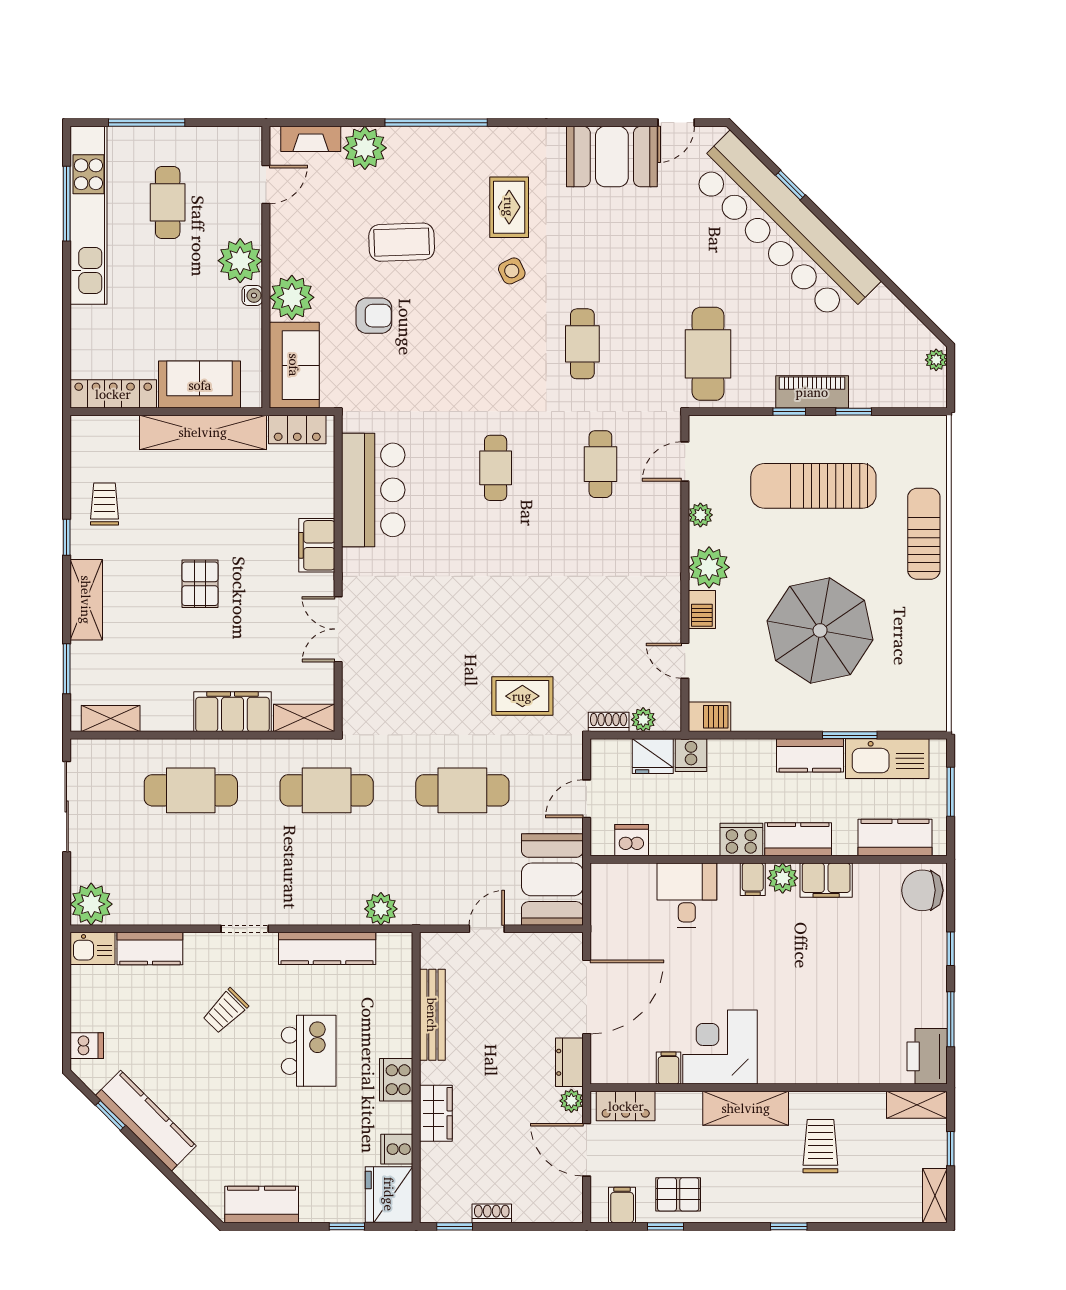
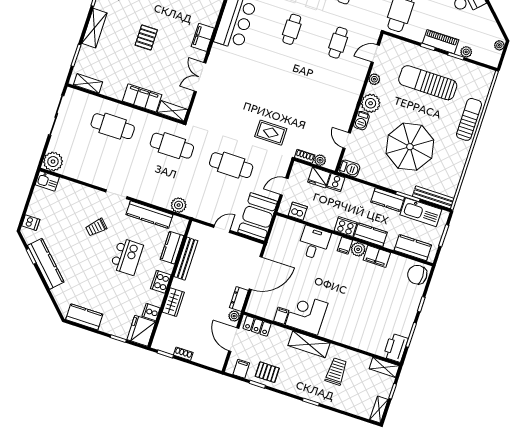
plant: (872, 396) -> (466, 52), added
bench: (903, 719) -> (433, 197), added
kitchen counter: (150, 949) -> (172, 248), moved, turned 90

